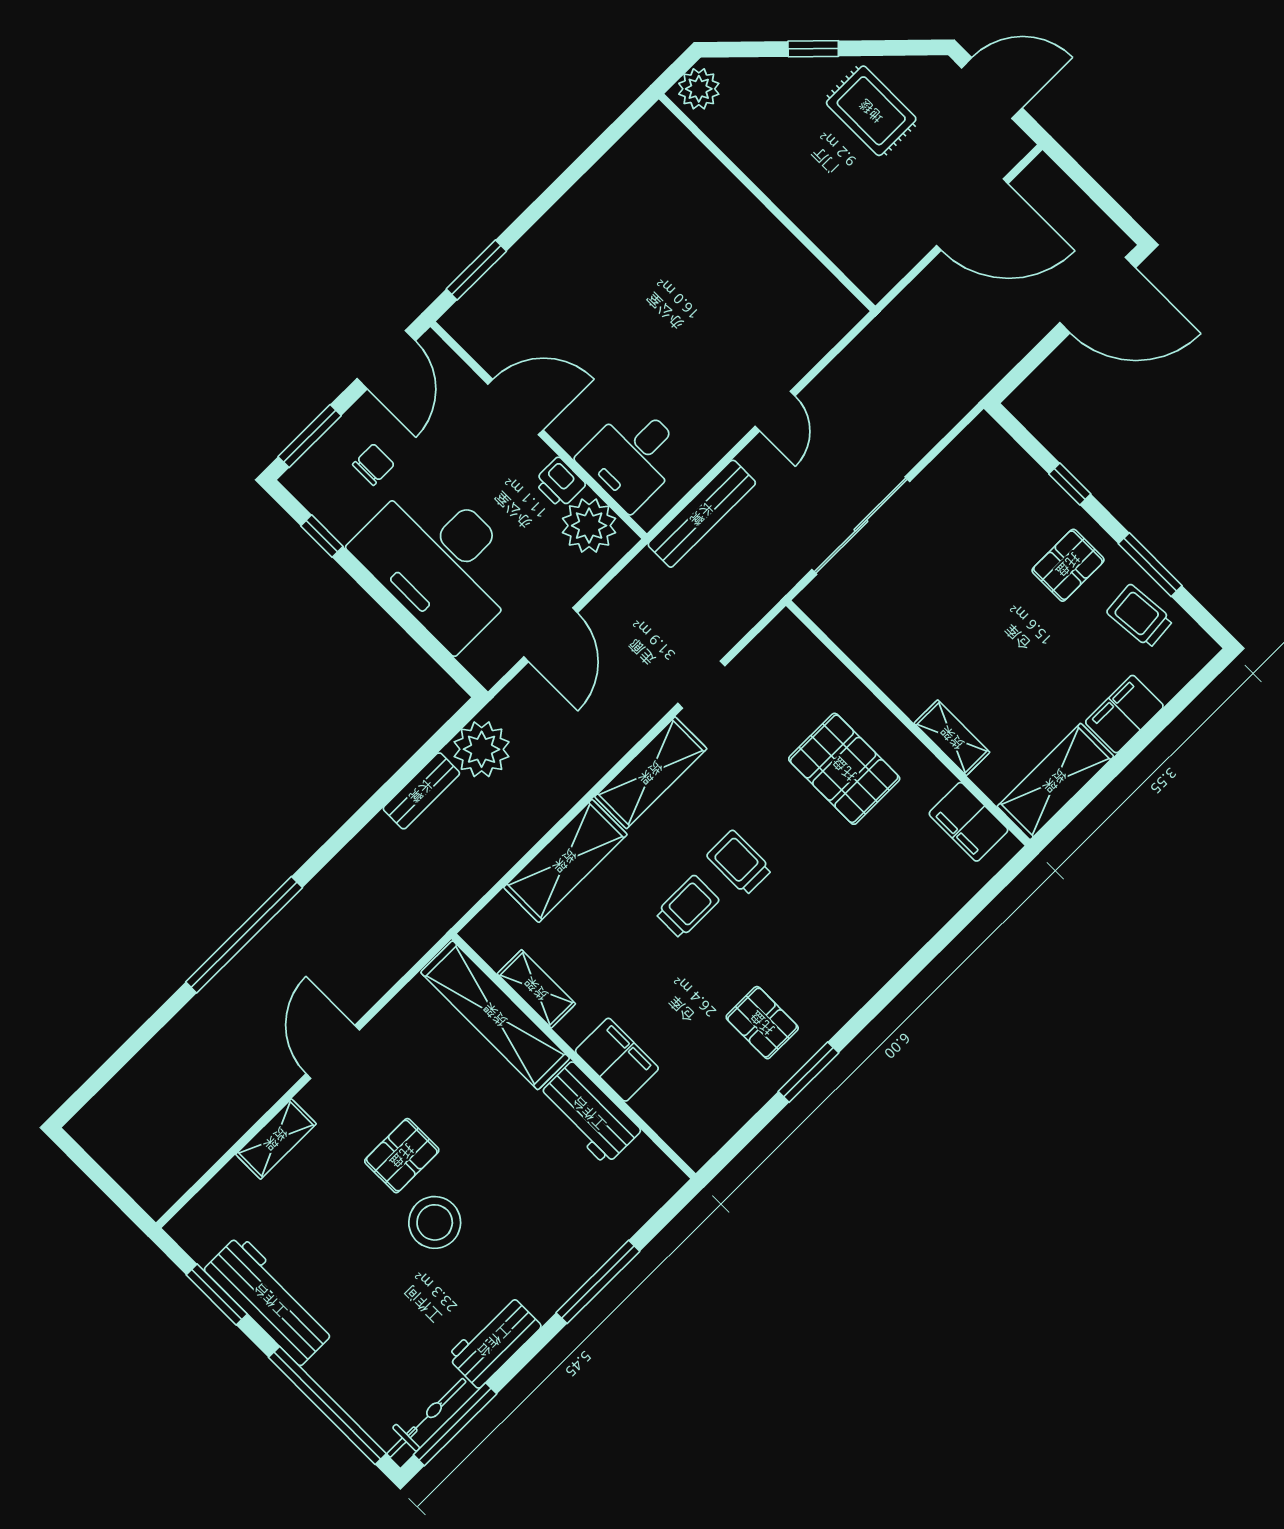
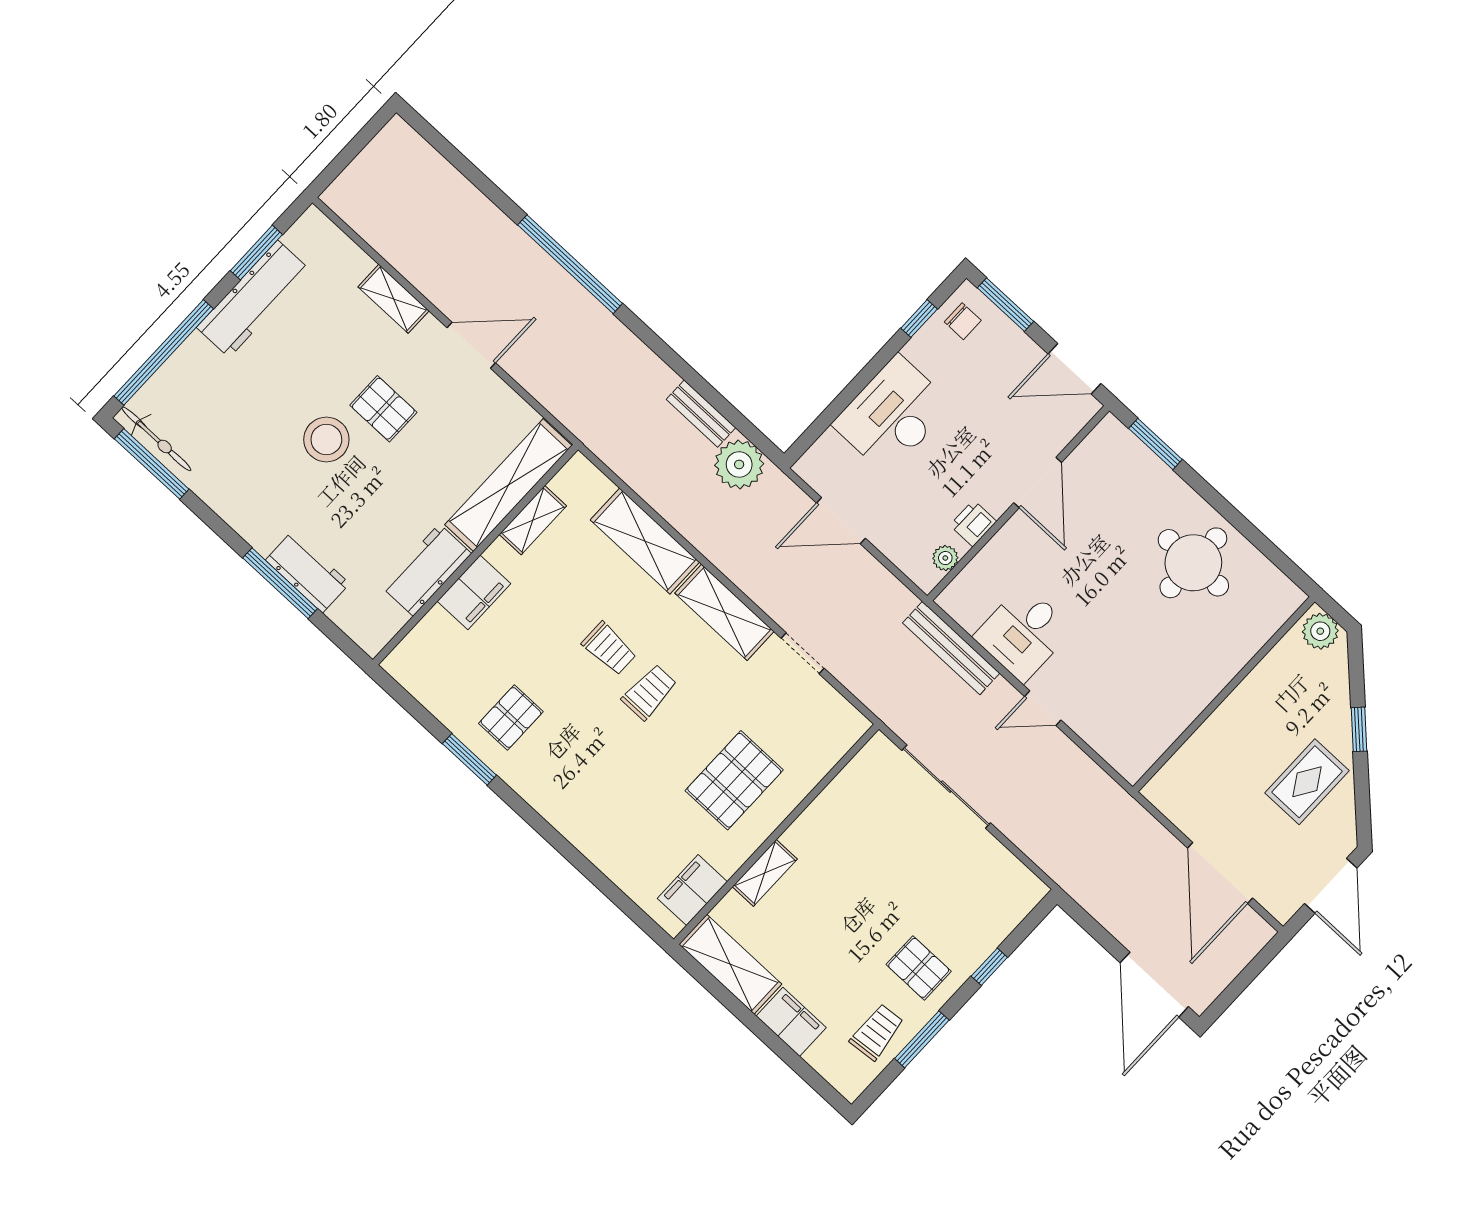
round table: (615, 232) -> (1193, 563), added
desk: (632, 457) -> (1023, 633), moved, turned -90
chair: (373, 465) -> (963, 321), moved
plant: (589, 526) -> (945, 558), width x0.53, depth x0.53
desk: (441, 561) -> (893, 415), width x0.73, depth x0.77
workbench: (494, 1341) -> (308, 572), moved

